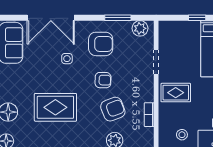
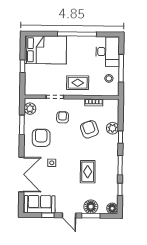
armchair: (103, 80) -> (63, 117), moved
rug: (176, 93) -> (78, 83), turned 90
rug: (55, 107) -> (88, 172), width x0.73, depth x0.70

